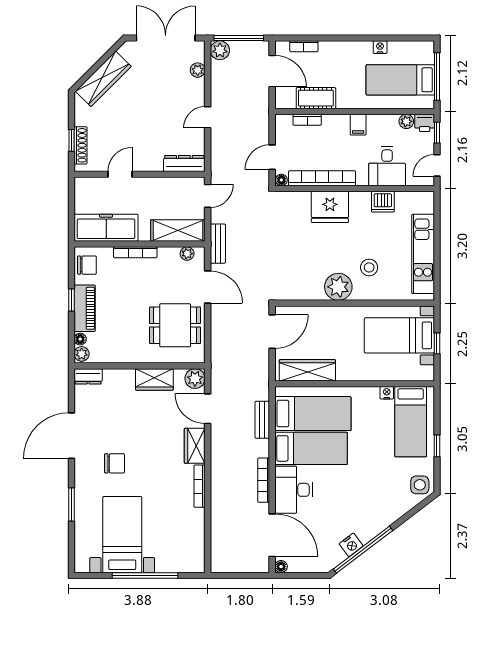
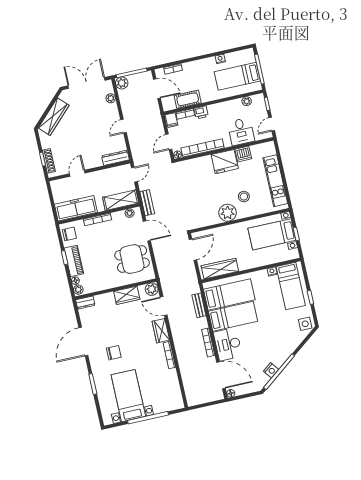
printer: (425, 123) -> (201, 112), moved
filing cabinet: (358, 125) -> (172, 120), moved
fridge: (330, 207) -> (225, 162), moved

